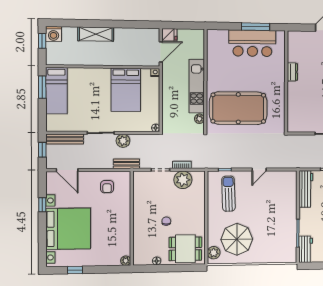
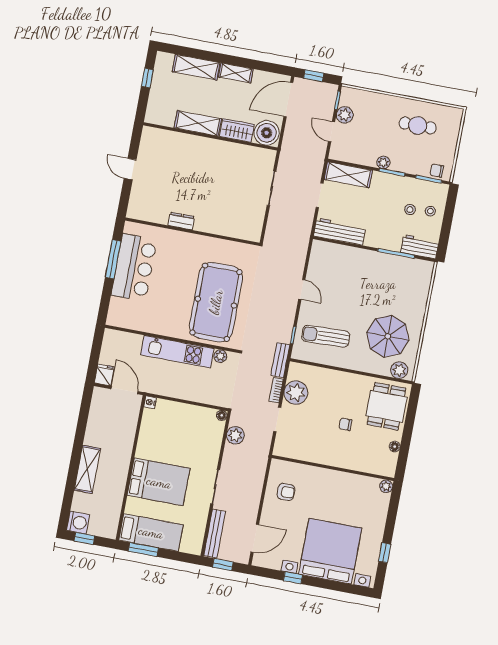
bed: (126, 90) -> (159, 482), moved
plant: (123, 141) -> (235, 435), moved
bench: (126, 164) -> (280, 360), moved

